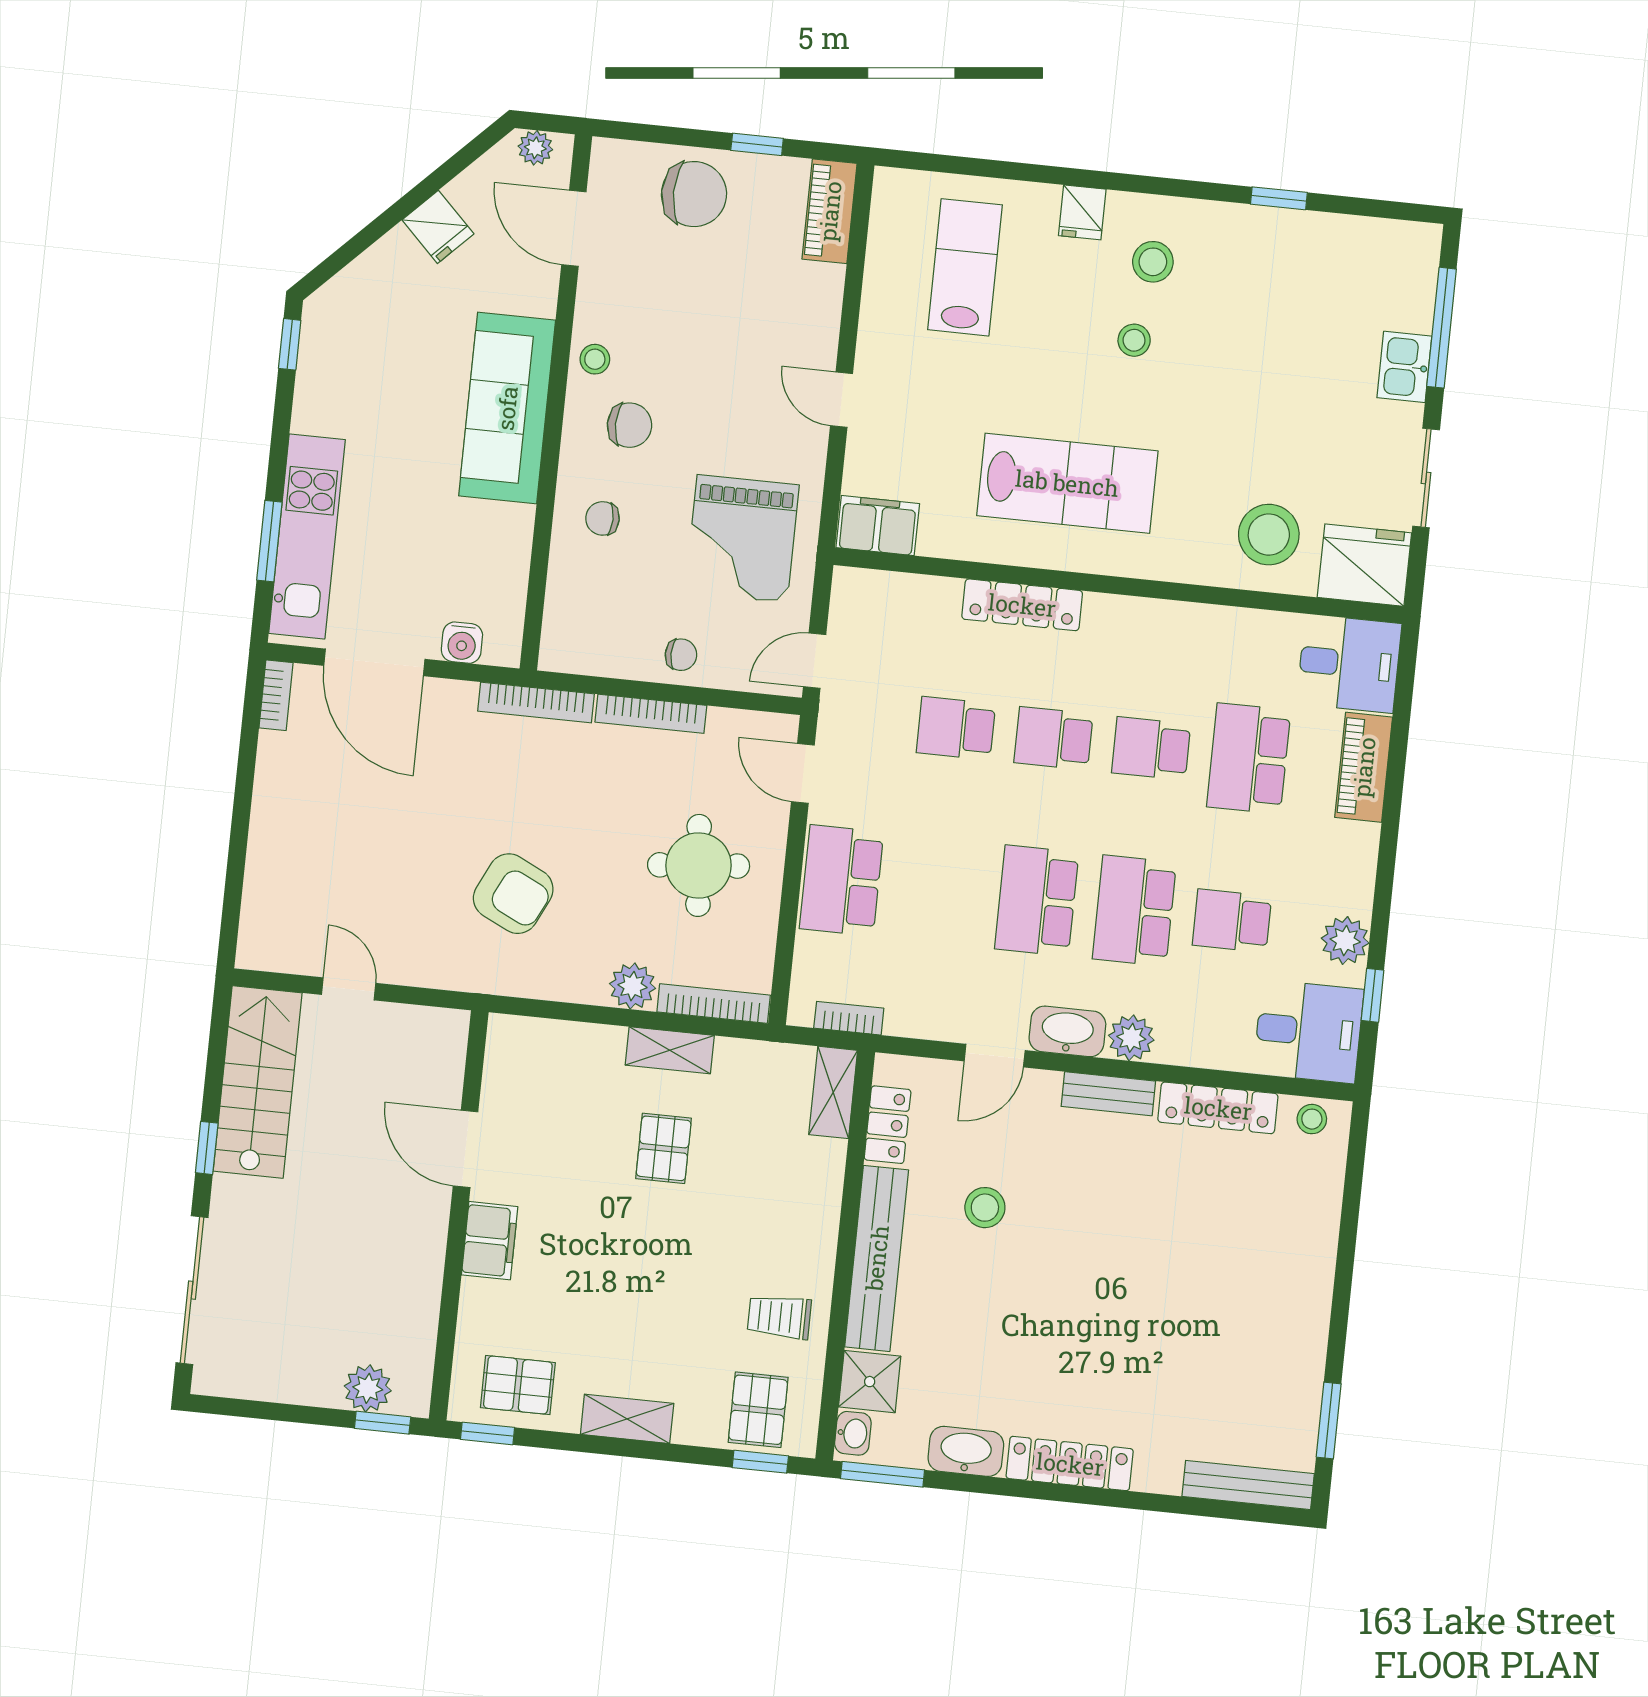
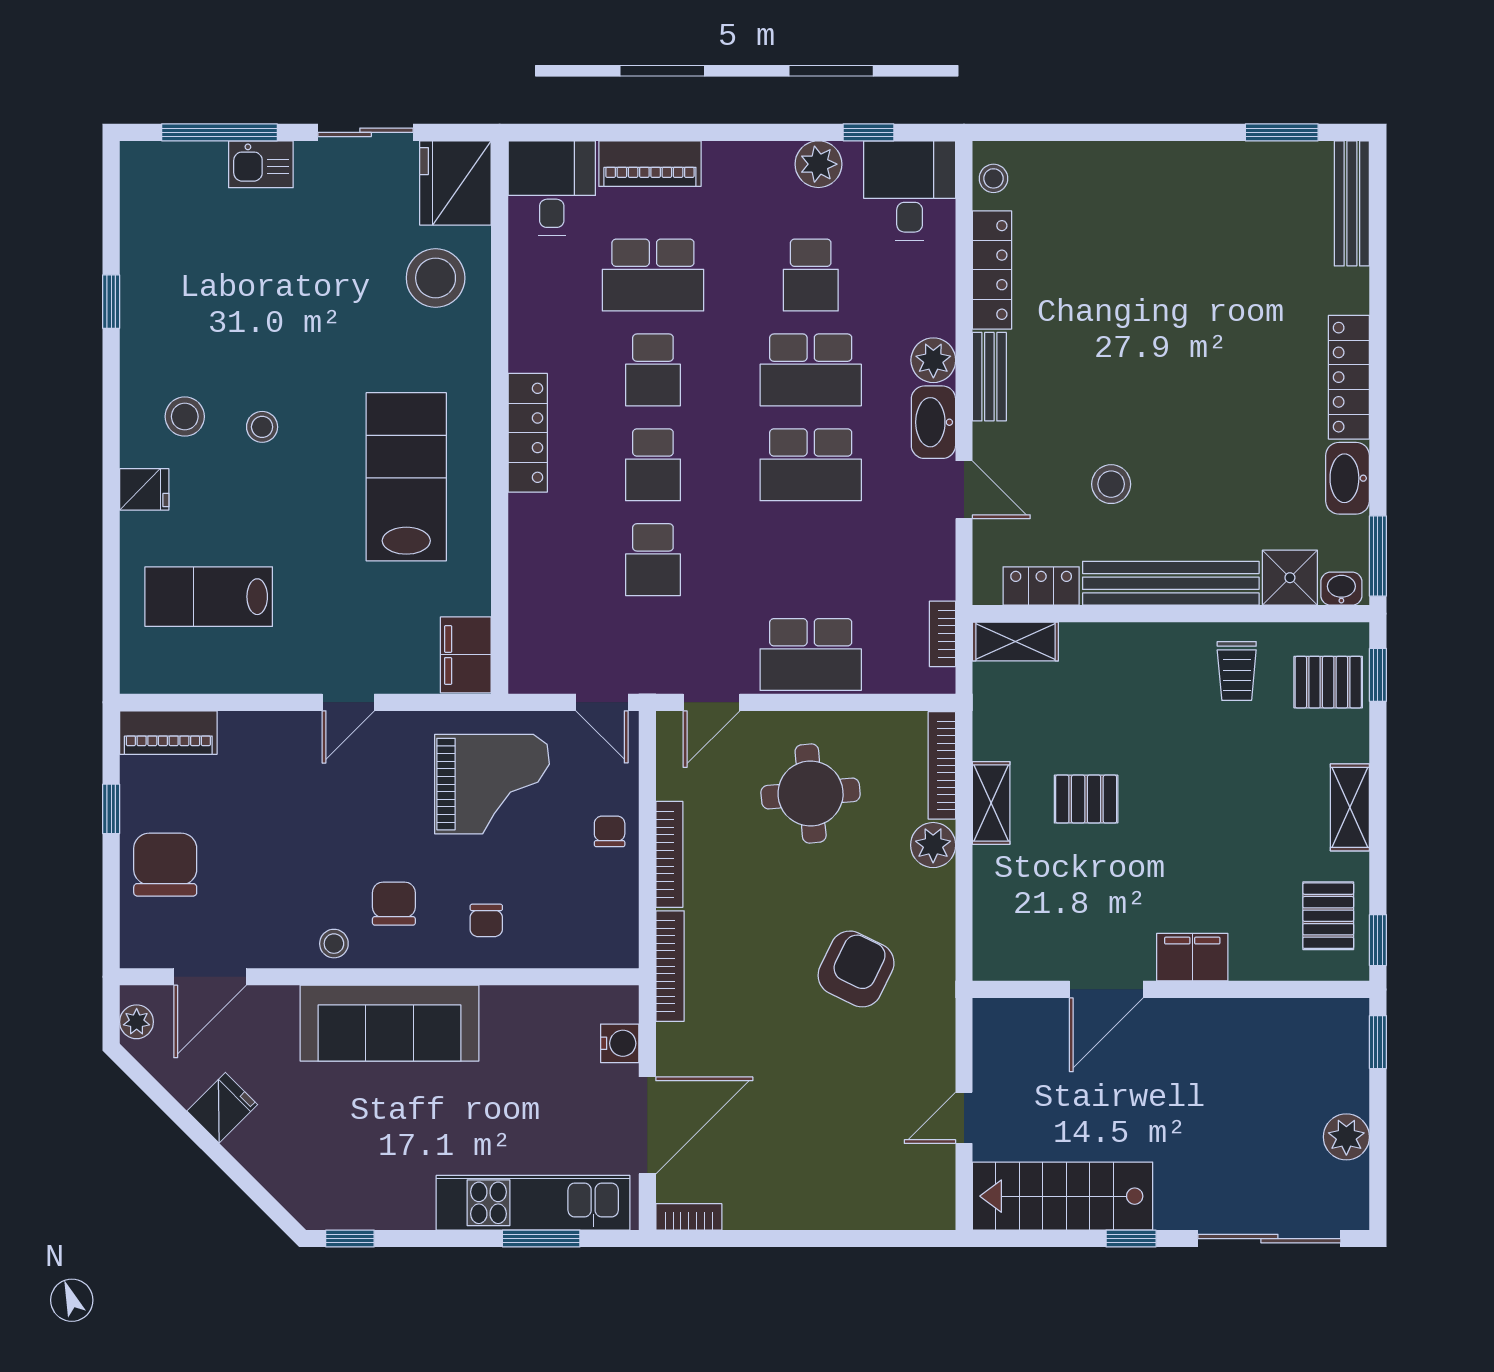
locker: (1022, 605) -> (528, 433), moved
plant: (368, 1388) -> (1346, 1137), moved

